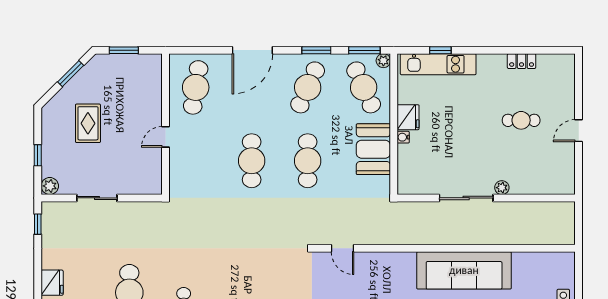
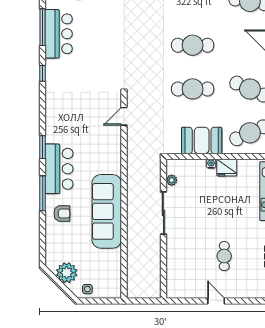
plant: (502, 188) -> (172, 180), moved

